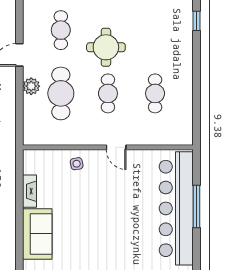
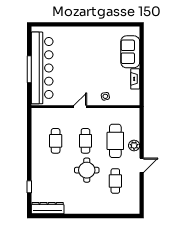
door: (116, 147) -> (80, 107), hinge flipped

